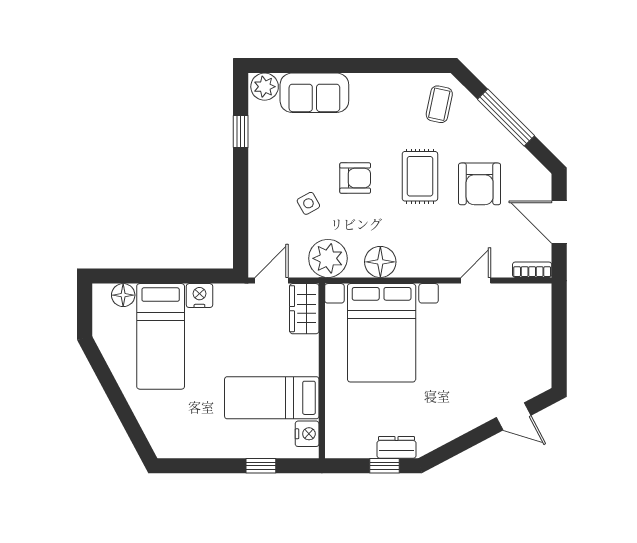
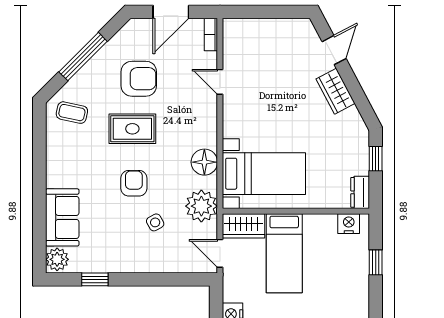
bed with nightstands: (382, 333) -> (264, 174), width x0.73
bed: (272, 398) -> (284, 253), moved
wardrobe: (465, 418) -> (336, 91), added
dresser: (397, 447) -> (360, 192), moved

